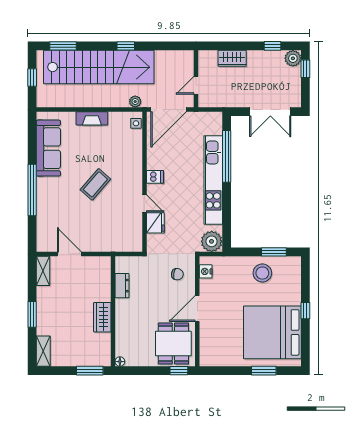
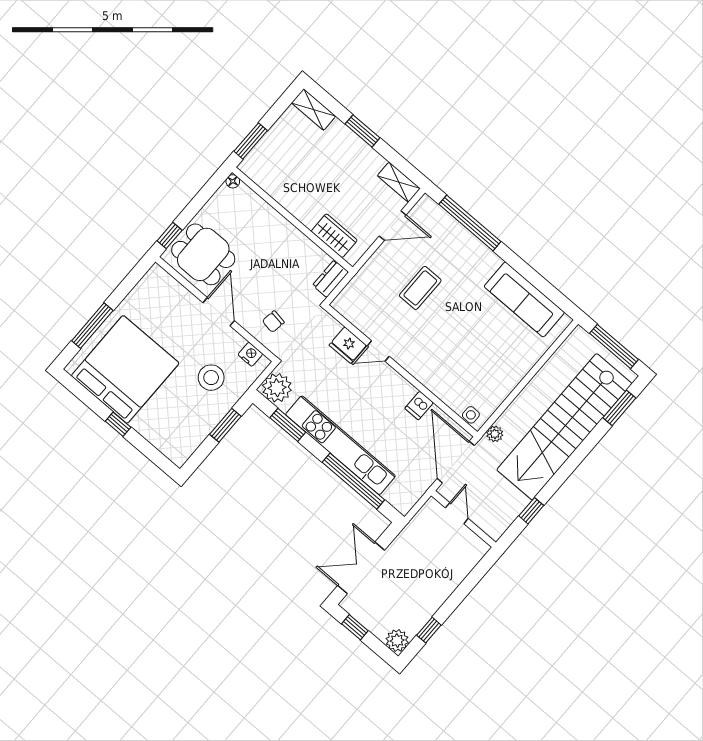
window: (126, 46) -> (531, 511), moved
wardrobe: (232, 58) -> (452, 576), removed
window: (305, 69) -> (355, 627), moved
window: (32, 77) -> (614, 346), width x2.17
fireplace: (92, 118) -> (516, 373), removed
dishwasher: (155, 177) -> (419, 405), moved
coffee table: (95, 184) -> (420, 288), moved, turned 49
window: (32, 190) -> (470, 223), moved
window: (227, 218) -> (288, 425), added
window: (274, 252) -> (225, 425), moved
stool: (262, 273) -> (211, 378), moved
dresser: (122, 286) -> (331, 279), moved, turned 90
wardrobe: (102, 317) -> (334, 236), moved
window: (264, 371) -> (92, 326), width x1.44

